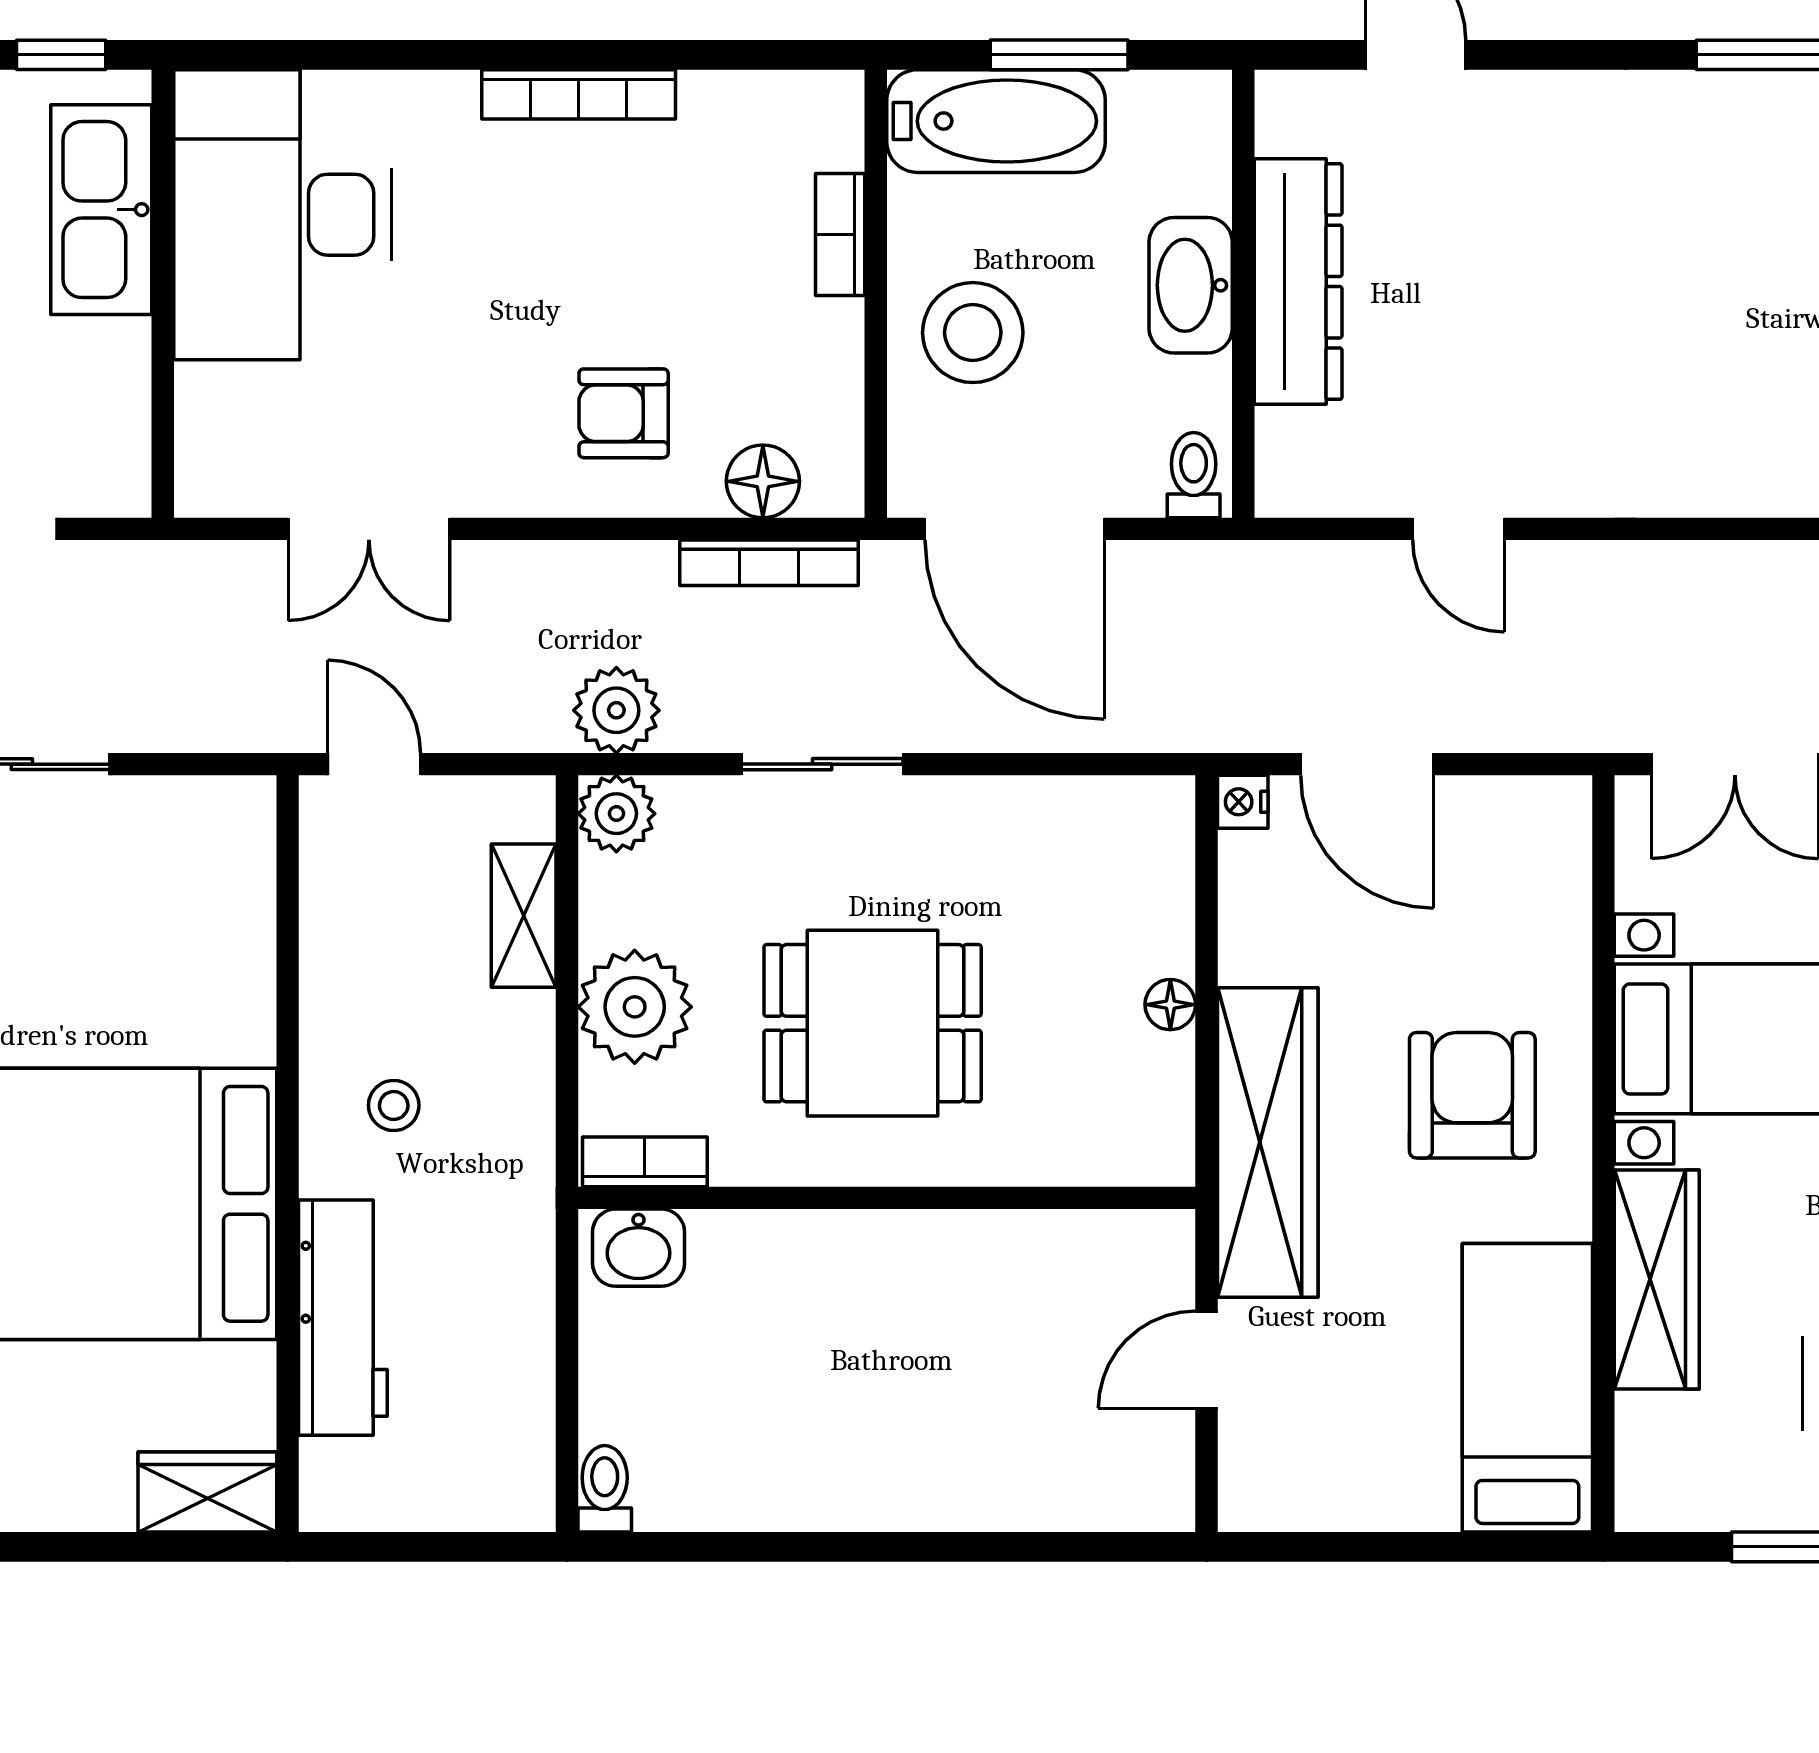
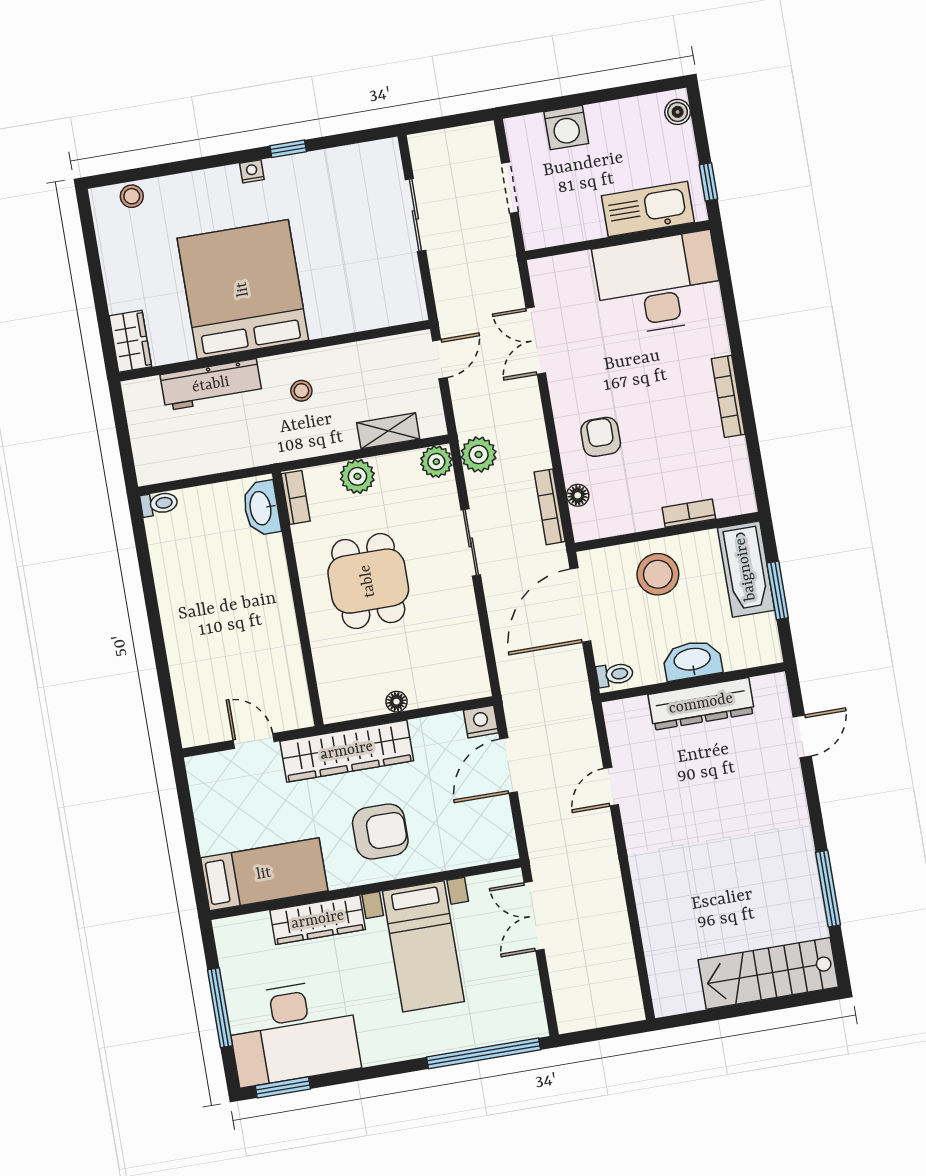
floor lamp: (763, 481) -> (578, 495), width x0.73, depth x0.73
nightstand: (1243, 802) -> (481, 722), width x1.39, depth x1.35
plant: (635, 1007) -> (357, 476), width x0.73, depth x0.73
washbasin: (639, 1248) -> (261, 508), width x1.38

